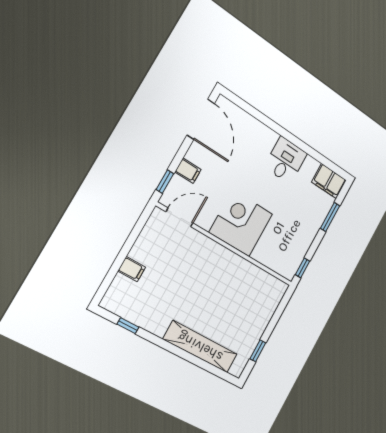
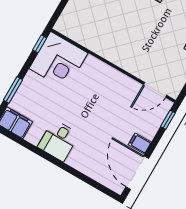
filing cabinet: (188, 171) -> (140, 144), moved
corner desk: (241, 223) -> (58, 61), moved

